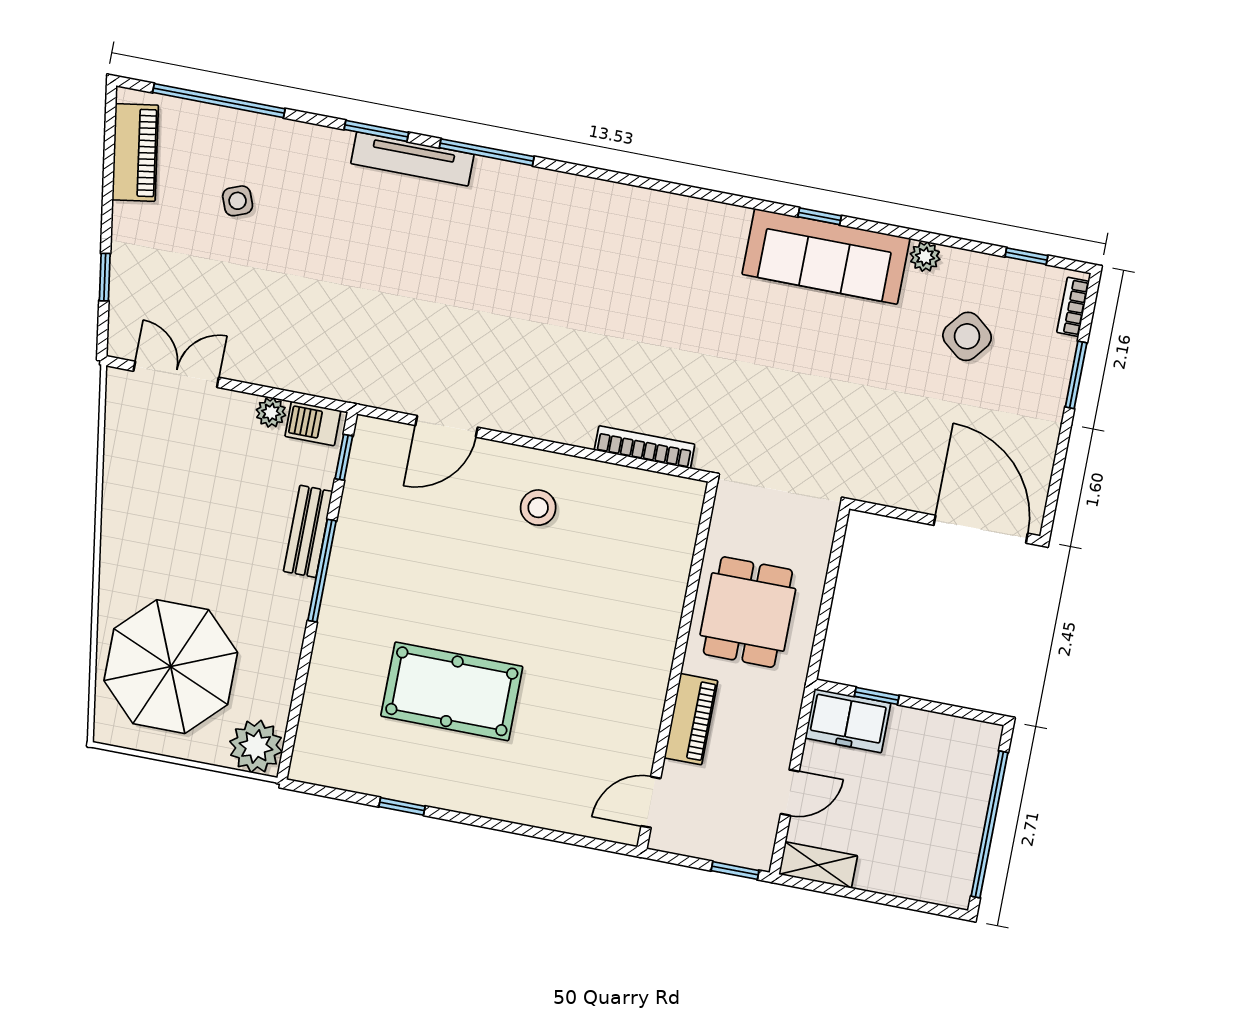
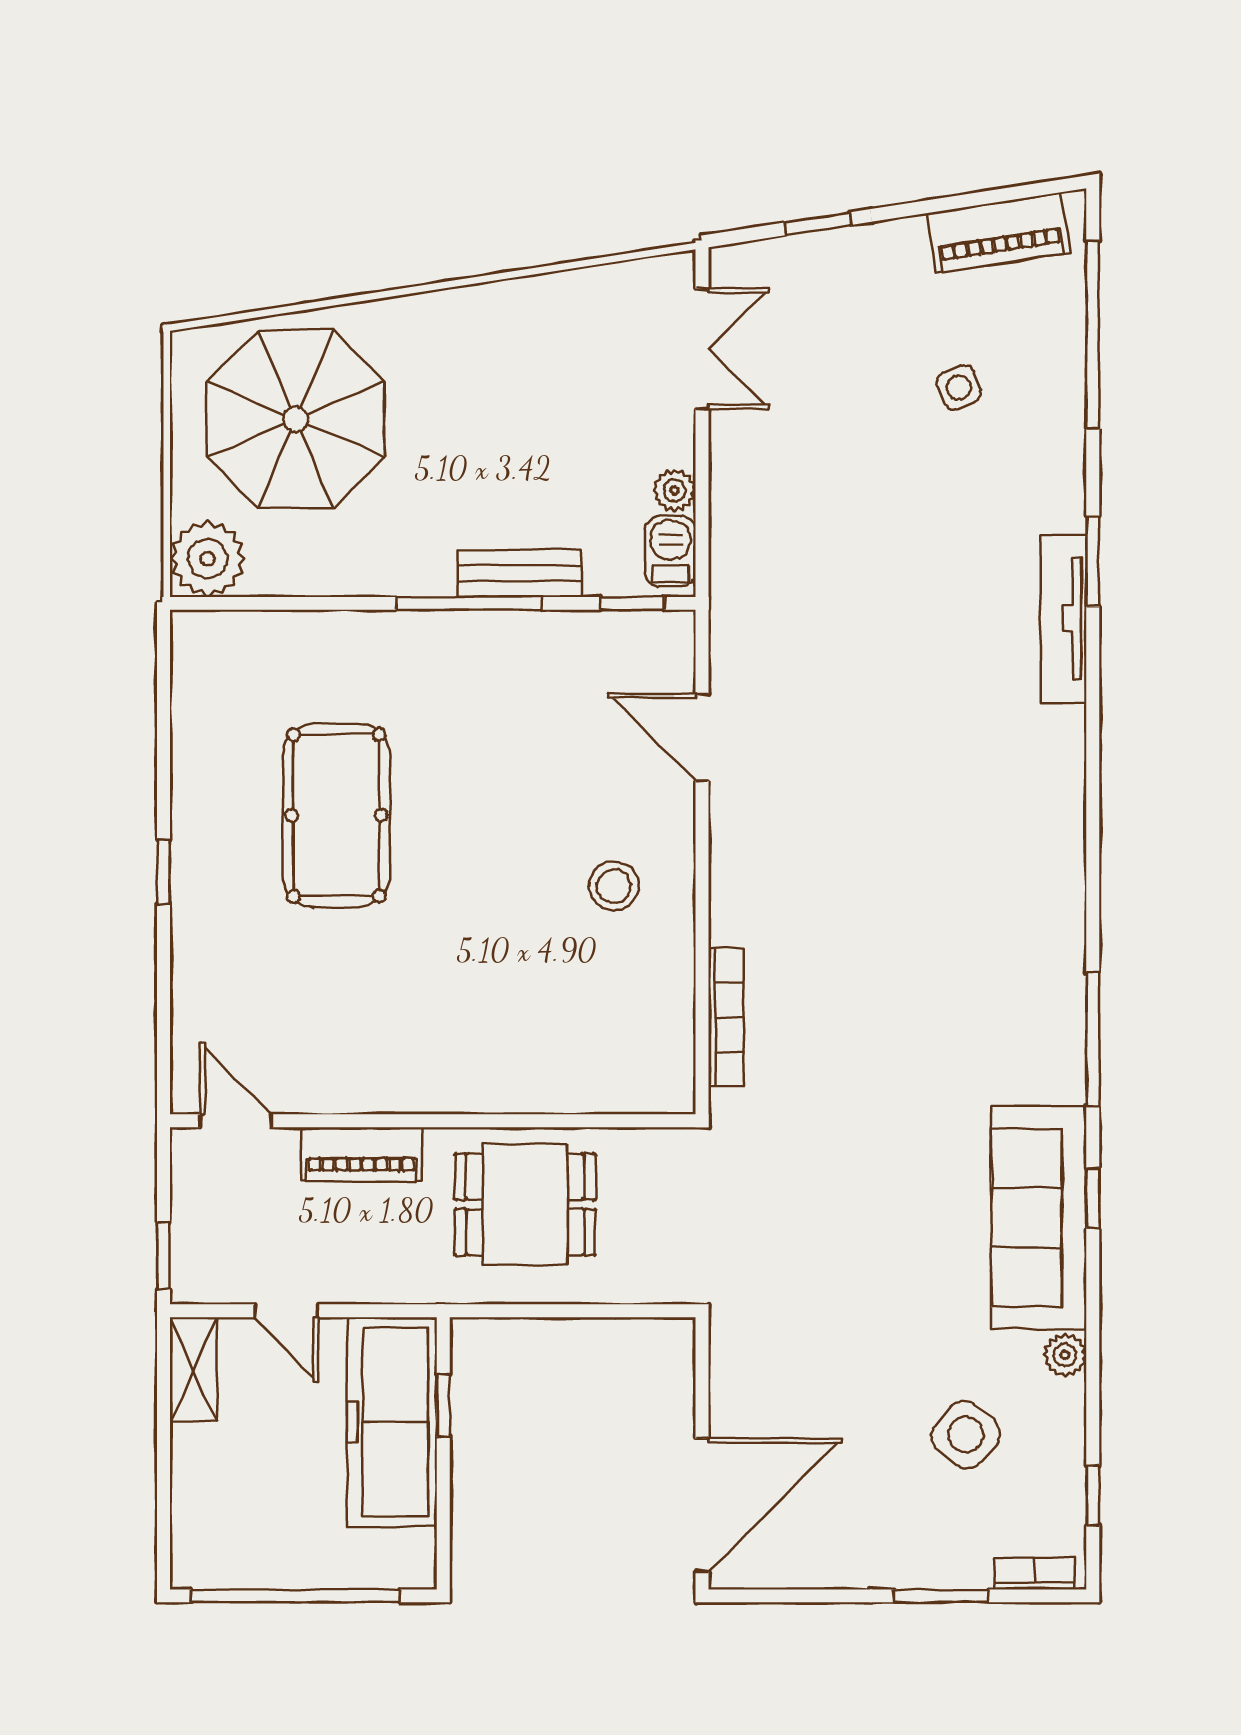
window: (487, 152) -> (1093, 1040), moved
freezer: (848, 721) -> (392, 1422), width x1.91, depth x1.26
window: (402, 806) -> (164, 872), moved

